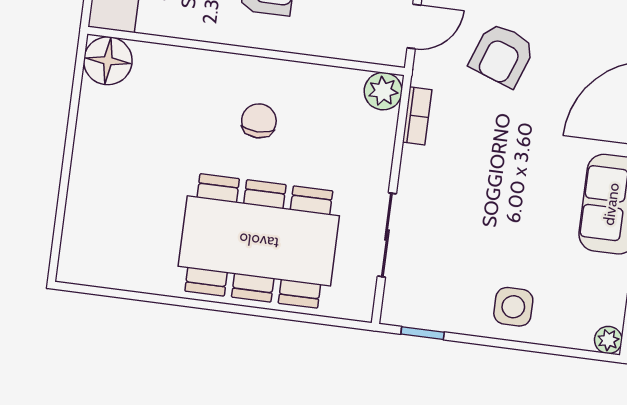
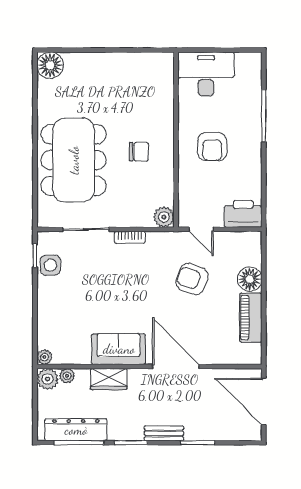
floor lamp: (108, 61) -> (50, 65), moved
bookcase: (417, 116) -> (130, 237), moved
side table: (513, 307) -> (50, 265), moved

